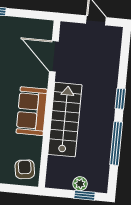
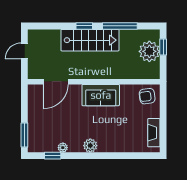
stairs: (65, 120) -> (90, 40), moved, turned 180
plant: (80, 184) -> (149, 51), width x1.87, depth x1.87

